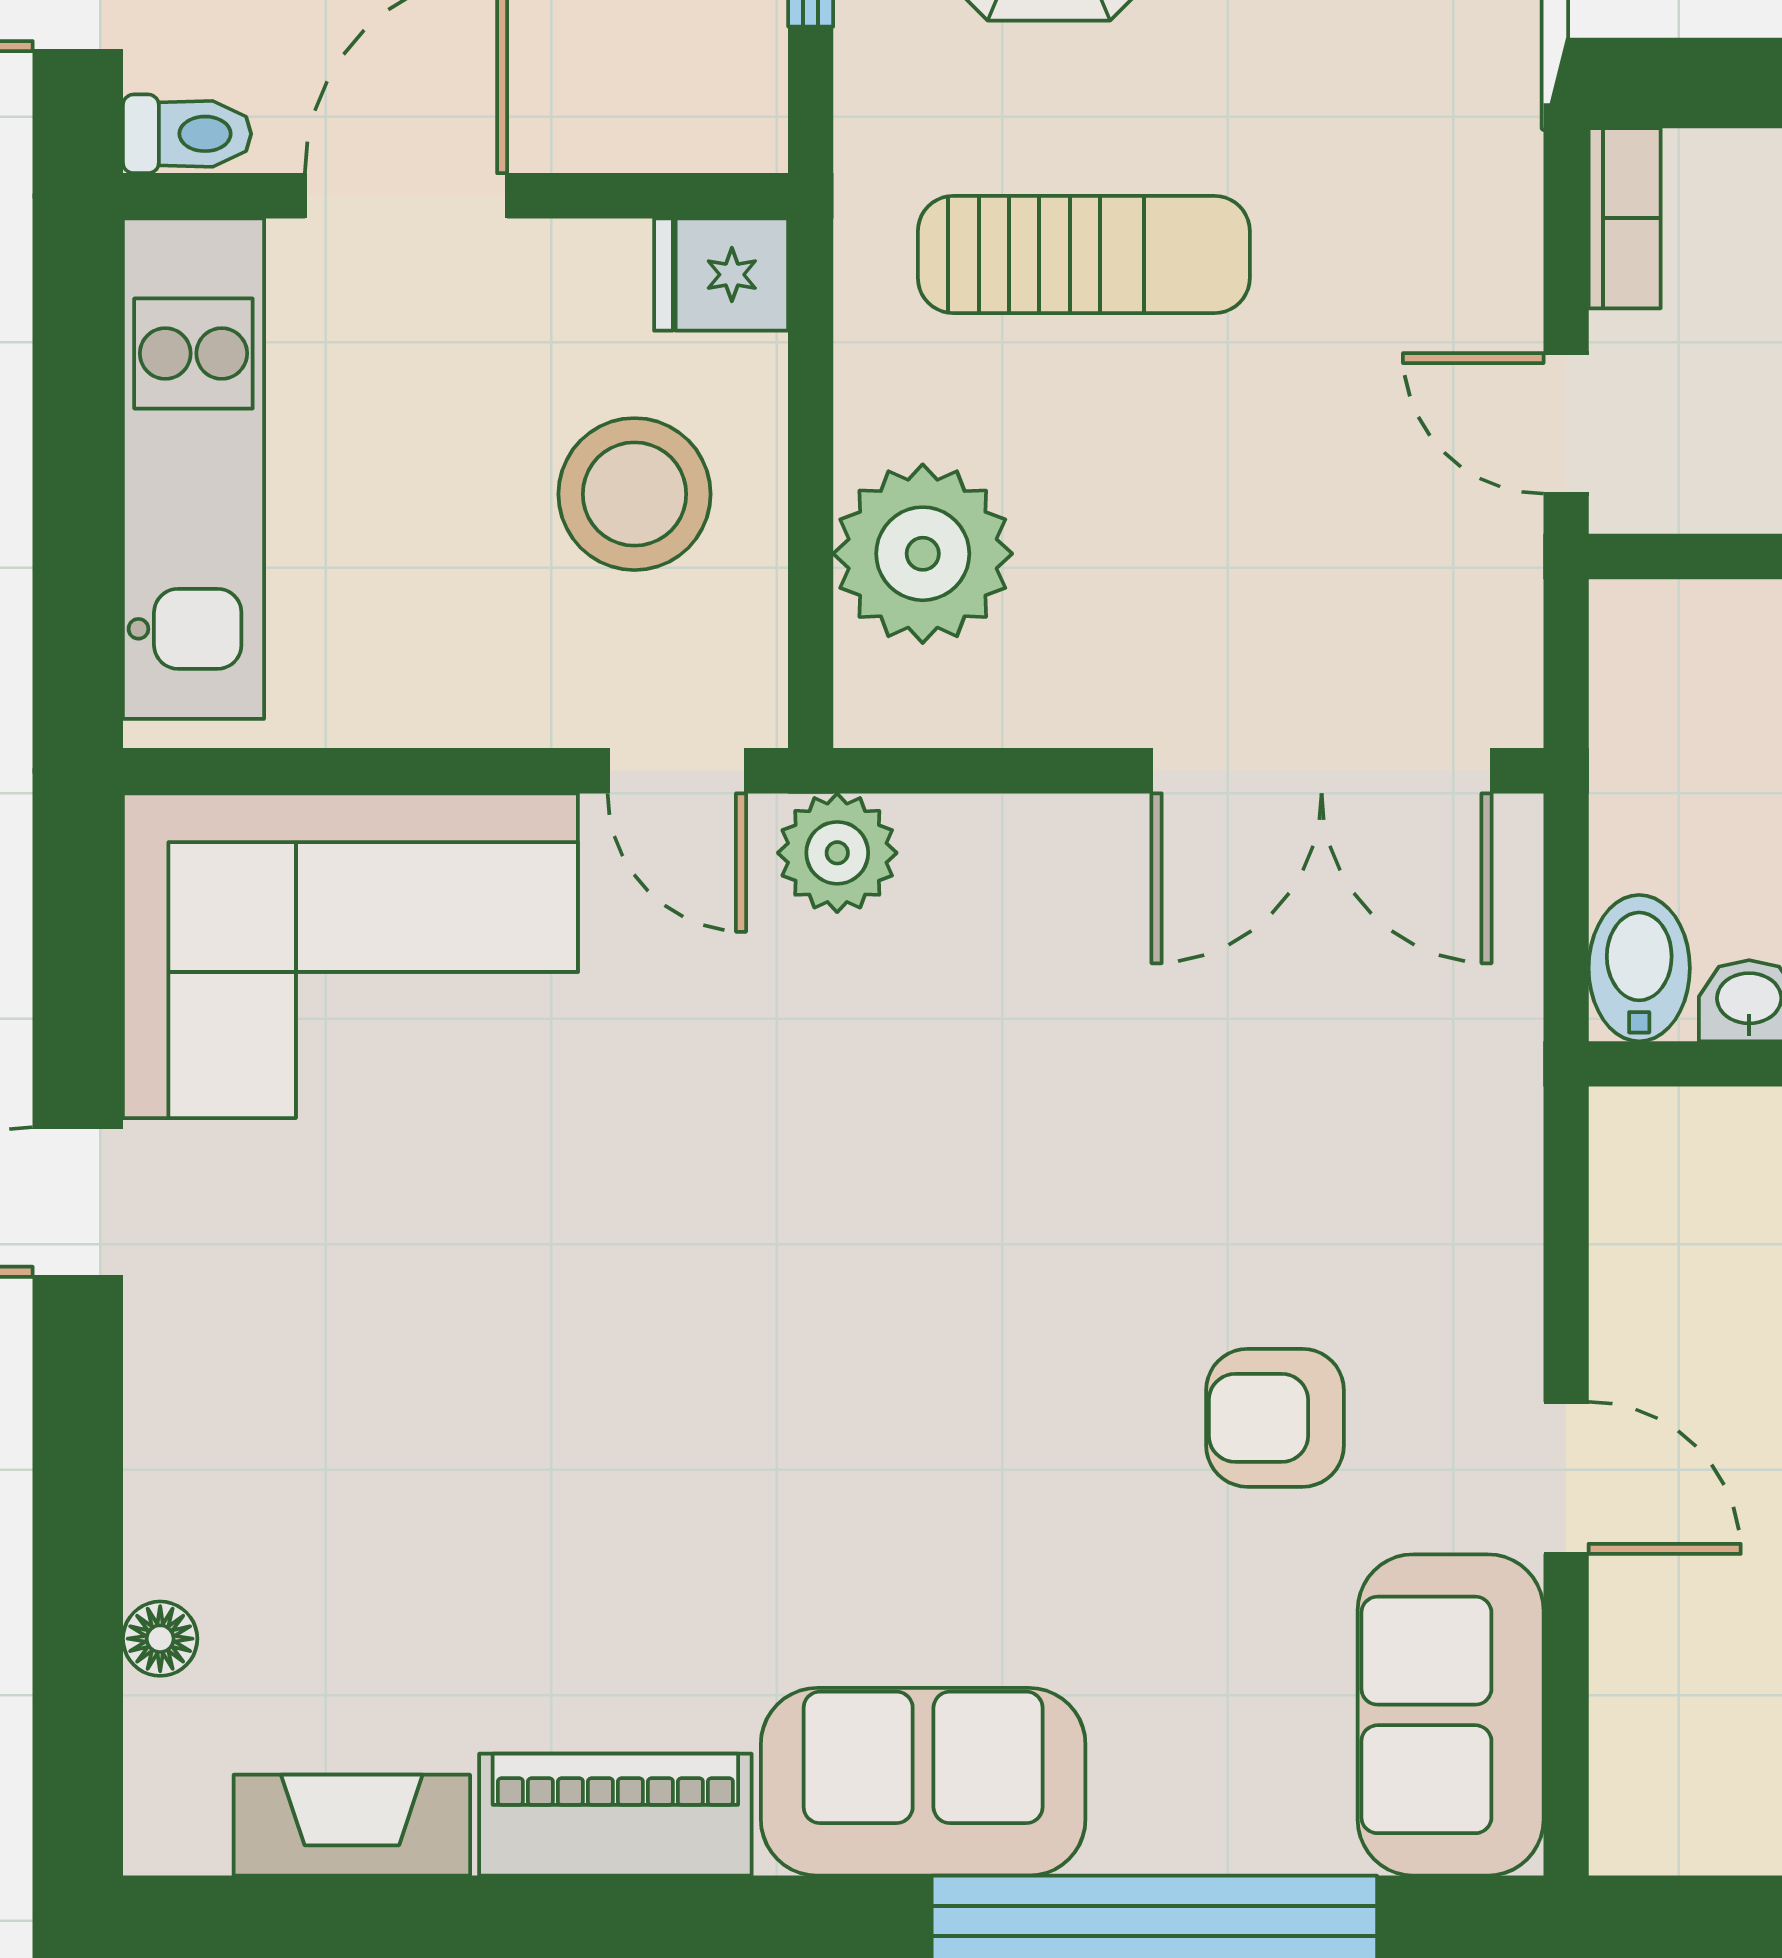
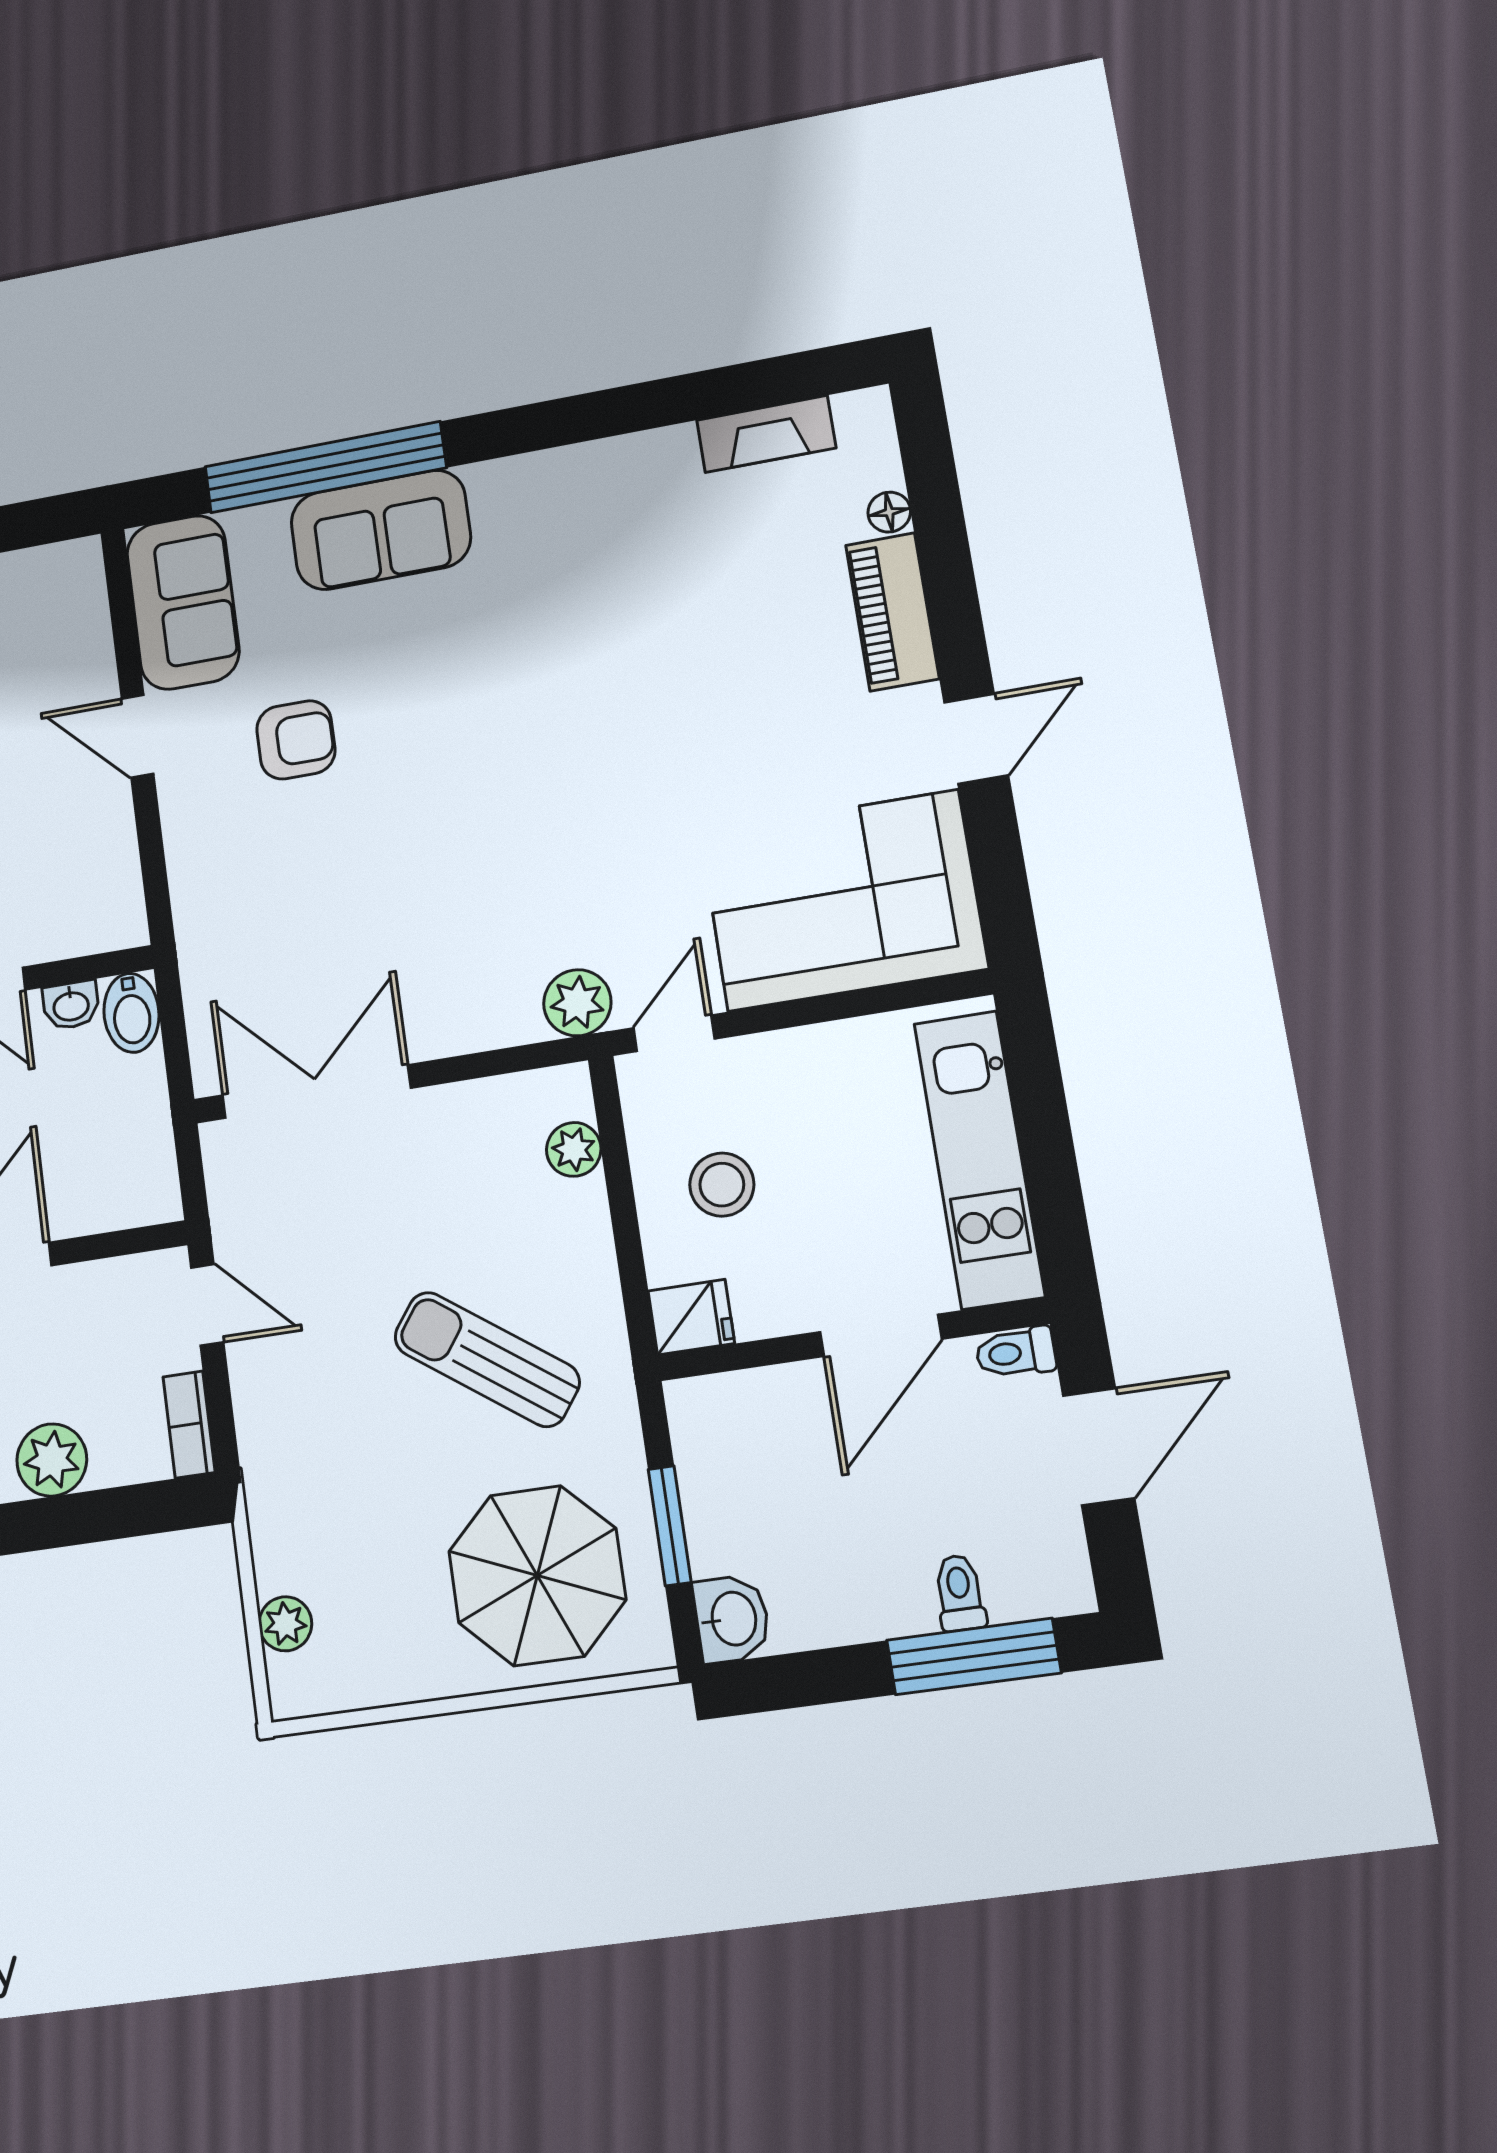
sun lounger: (1084, 255) -> (487, 1359), turned 36
stool: (634, 494) -> (722, 1185), width x0.73, depth x0.73
plant: (923, 554) -> (574, 1149), width x0.53, depth x0.53
door: (677, 771) -> (674, 1033), hinge flipped
sofa: (923, 1782) -> (381, 530), moved
piano: (615, 1815) -> (892, 612), moved, turned 90

